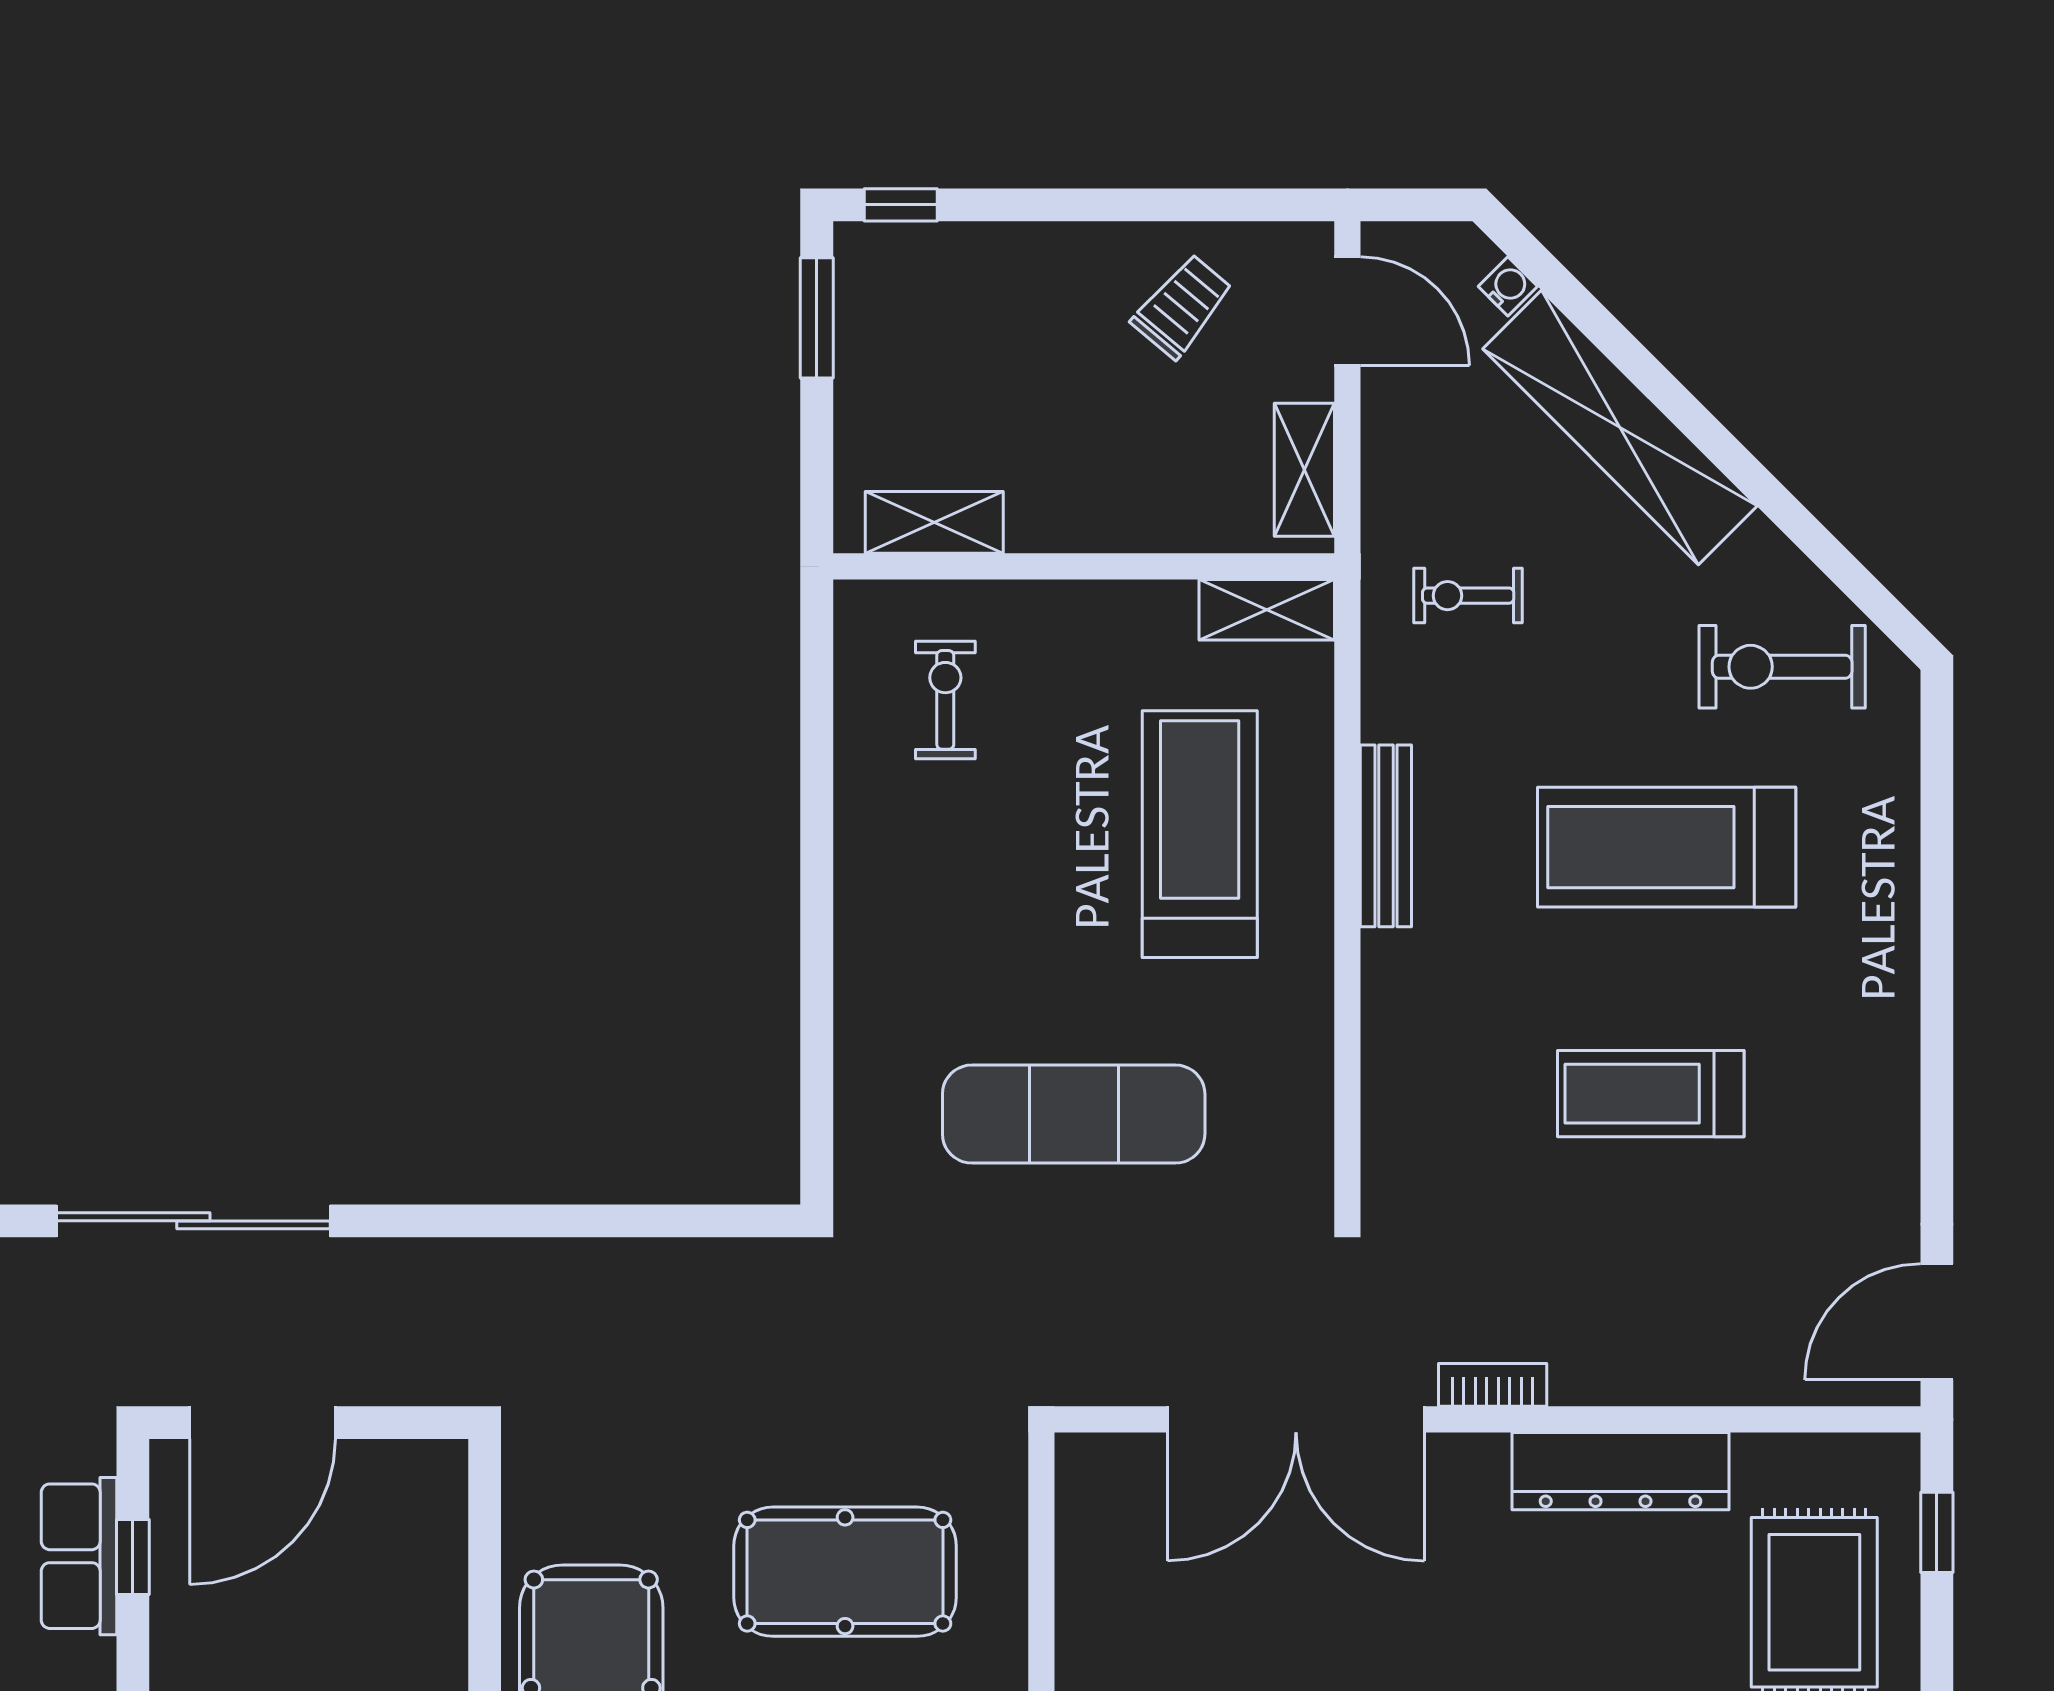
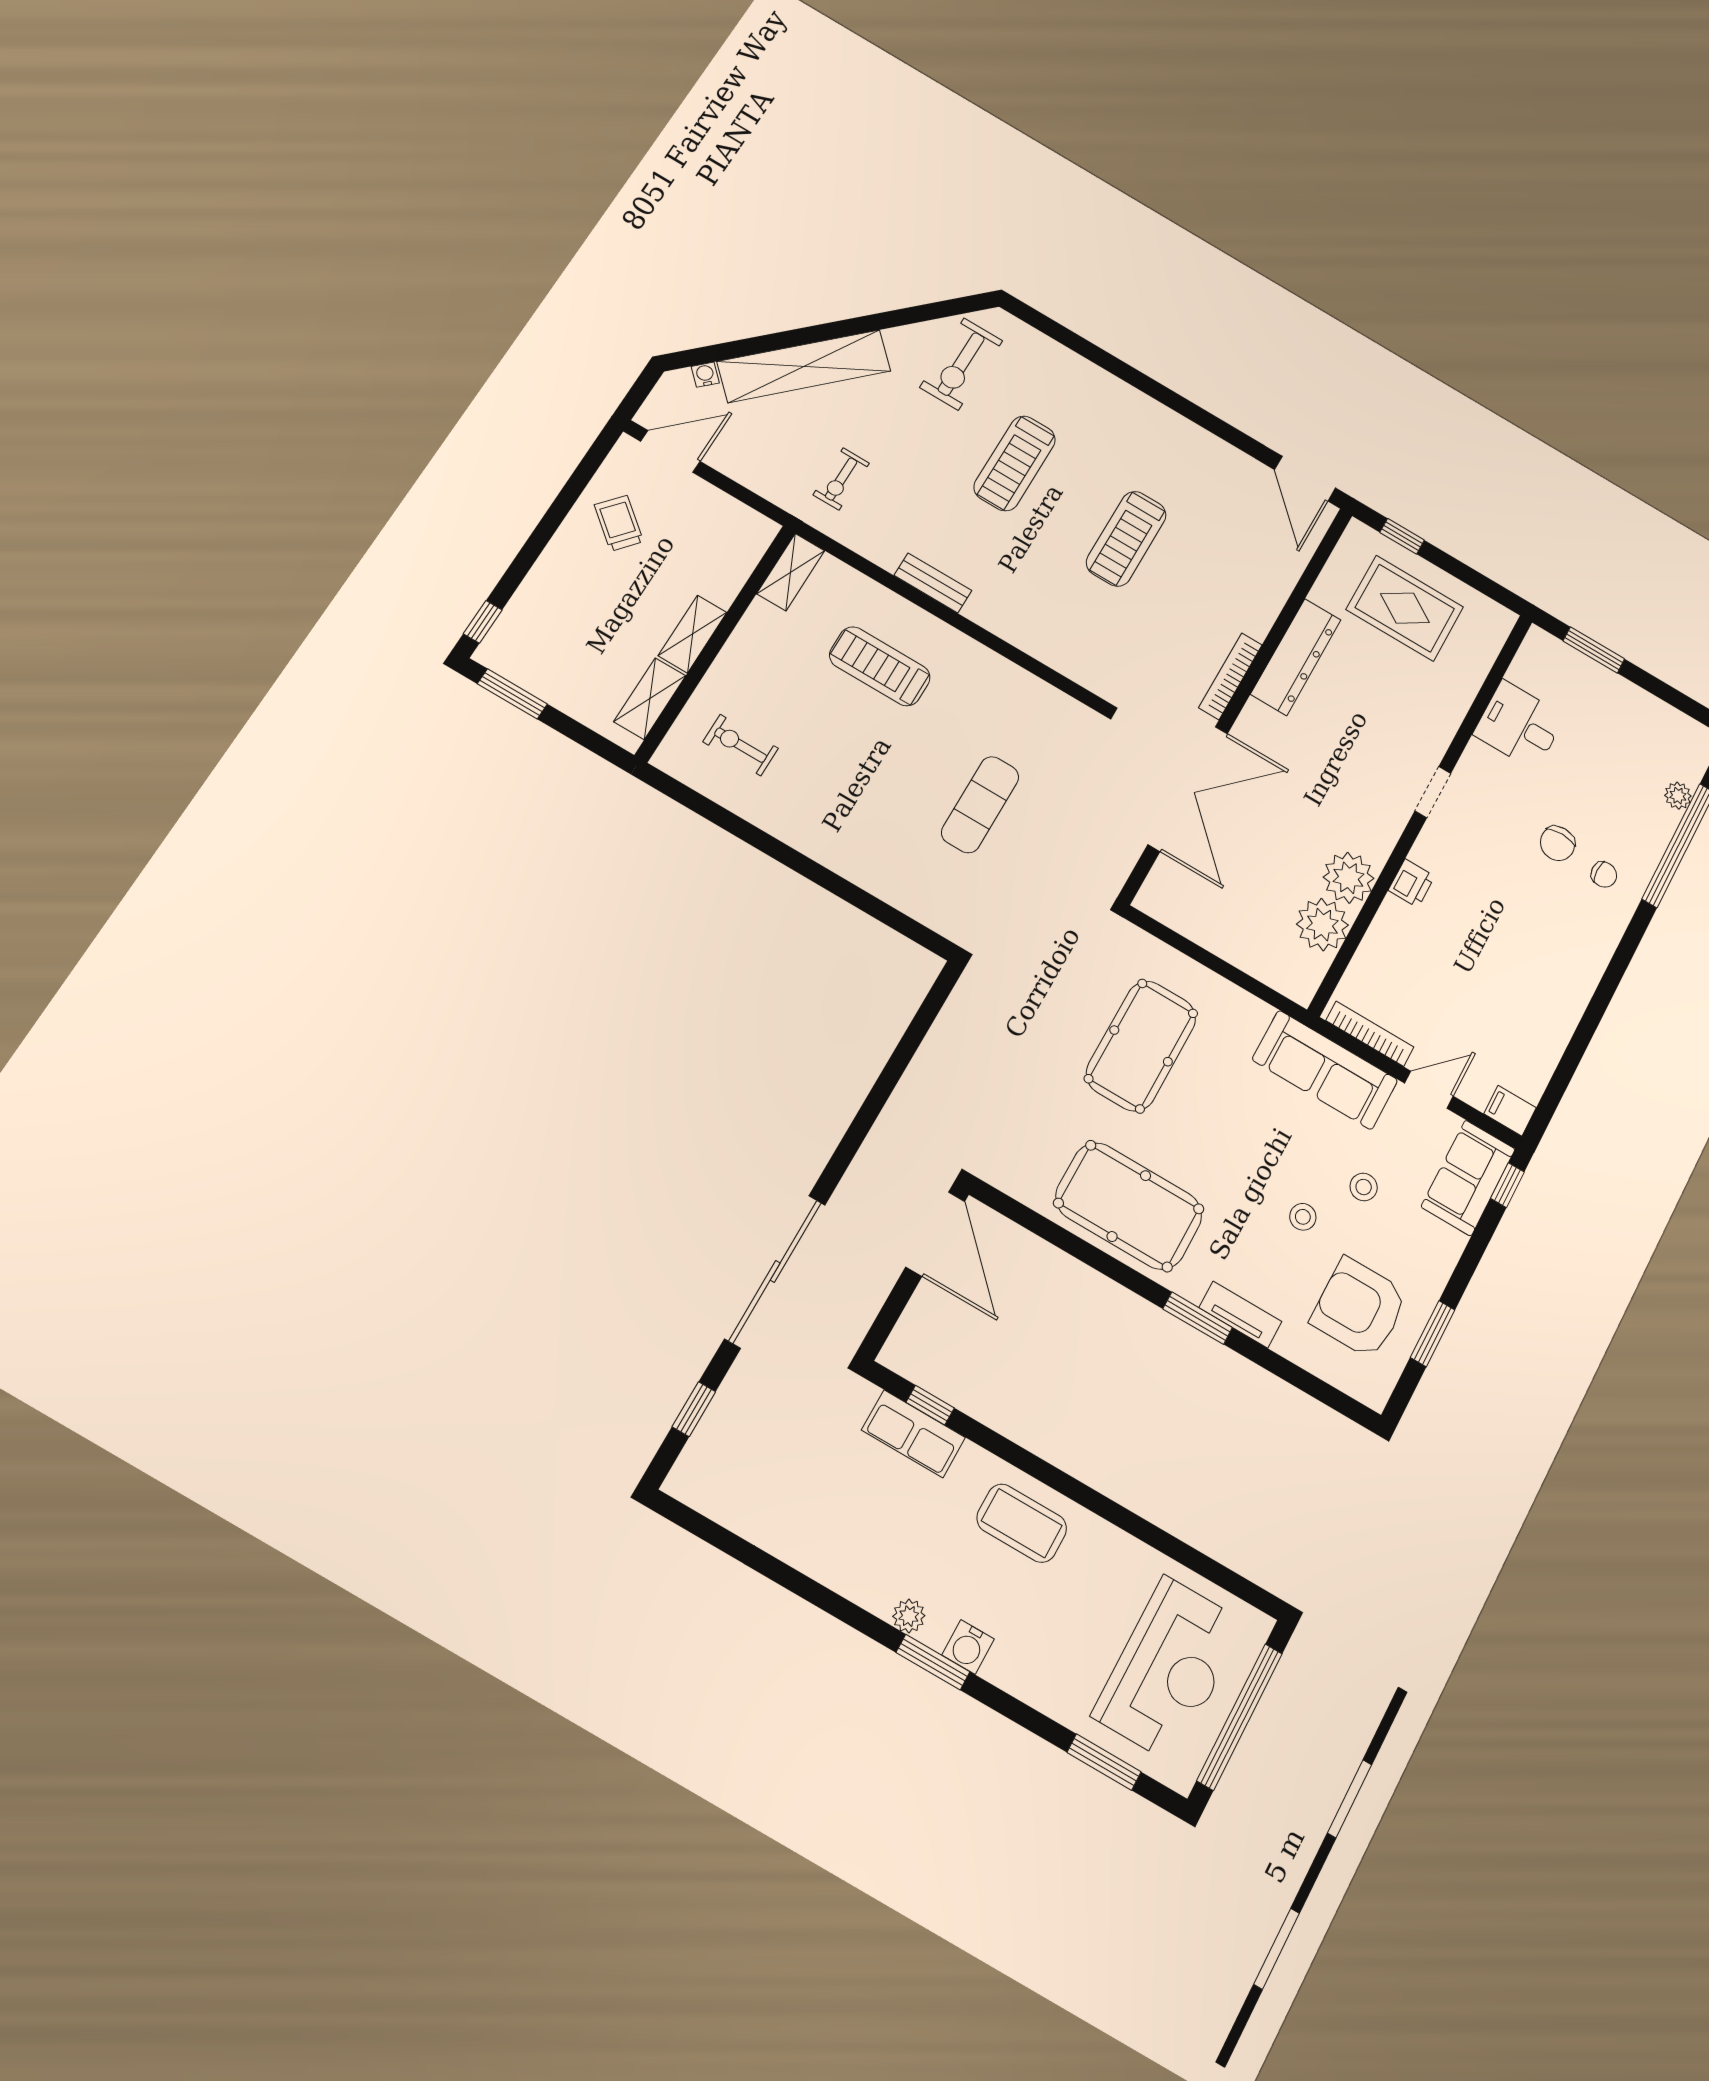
shelving: (1304, 470) -> (693, 634), moved, turned 90
treadmill: (1200, 834) -> (880, 666), width x0.73, depth x0.73
bench: (1386, 836) -> (933, 583), width x0.73
treadmill: (1667, 847) -> (1015, 463), width x0.73, depth x0.73
exercise mat: (1074, 1114) -> (980, 805), width x0.73, depth x0.69
bookcase: (1493, 1385) -> (1230, 676), width x1.56
door: (262, 1423) -> (935, 1234), moved

